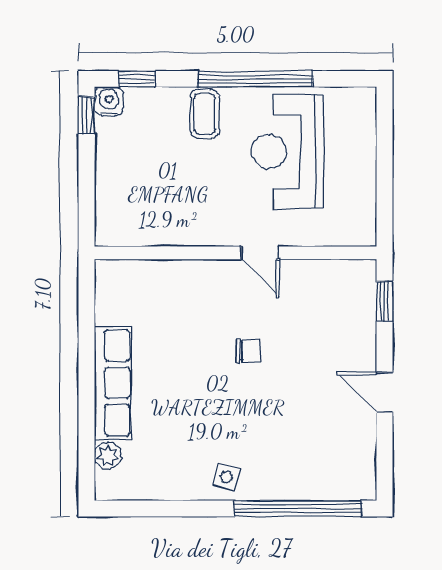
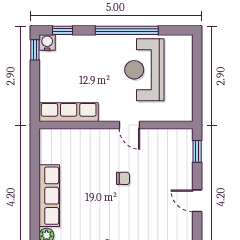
coffee table: (205, 114) -> (99, 49), removed
row of seats: (148, 229) -> (69, 112), added

